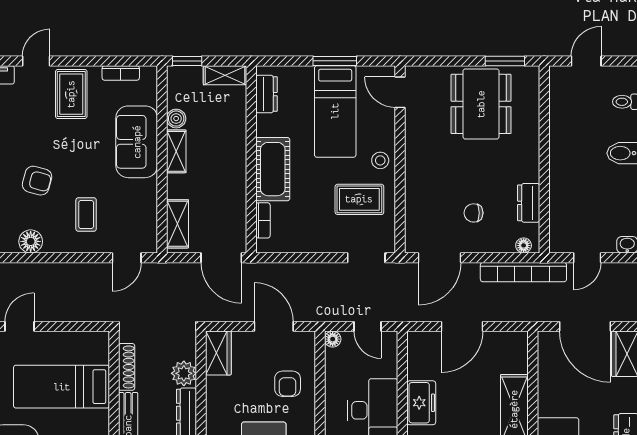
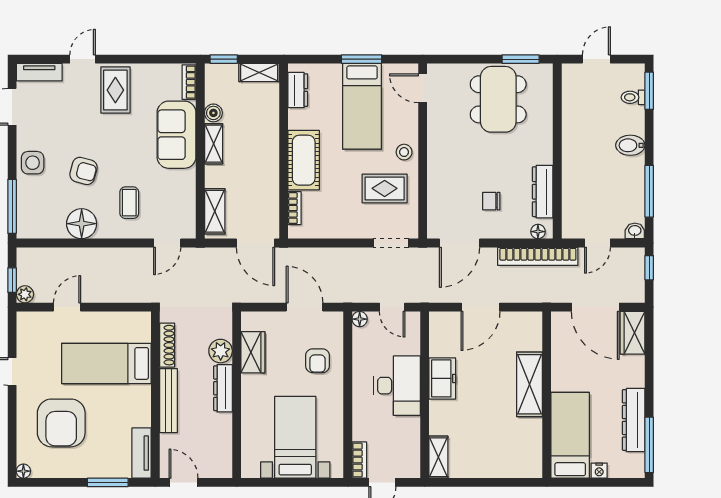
bookcase: (121, 73) -> (189, 82), moved, turned 90
dresser: (529, 203) -> (543, 192), width x1.44
floor lamp: (31, 241) -> (82, 224), width x1.38, depth x1.38
wardrobe: (218, 353) -> (253, 352), moved

